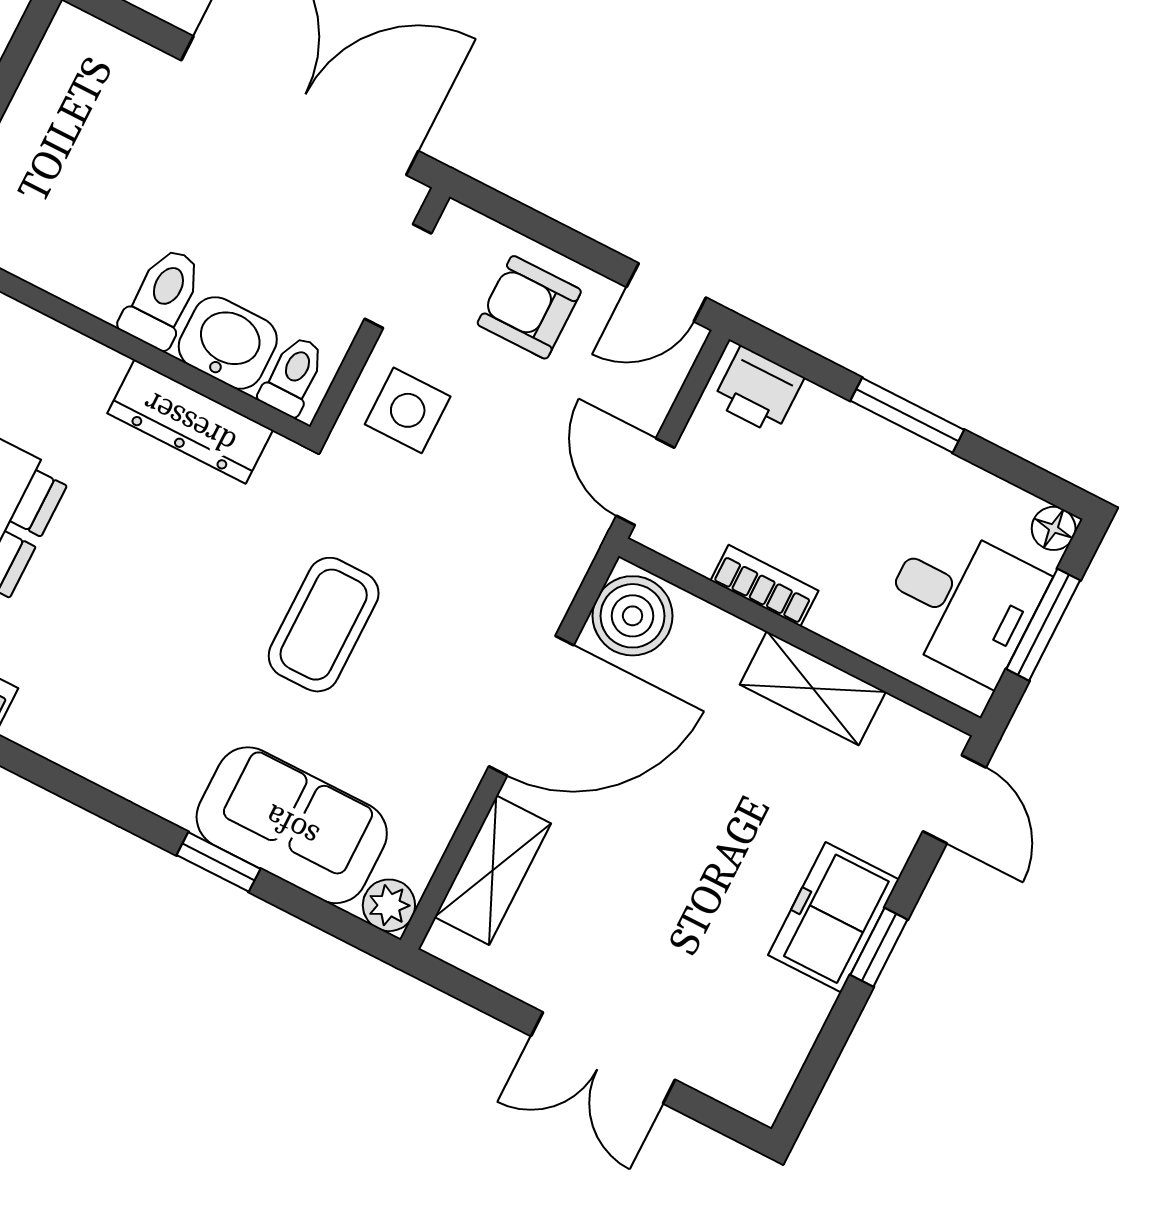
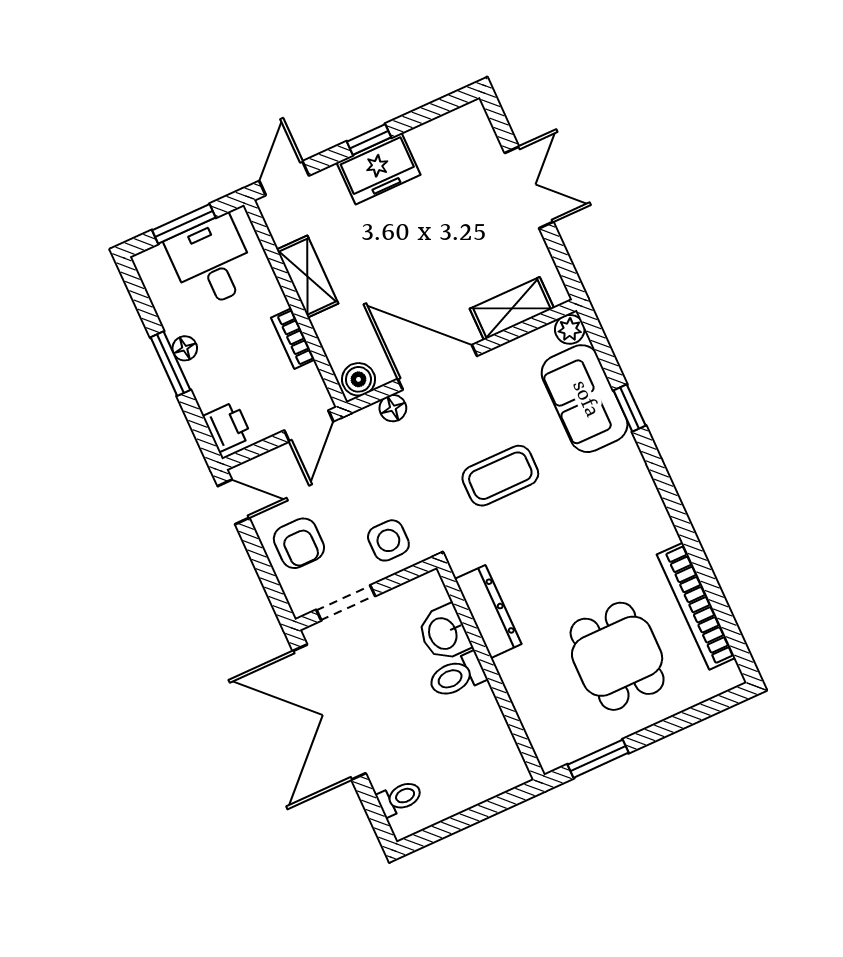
toilet: (293, 376) -> (400, 798), moved, turned 180
floor lamp: (1054, 528) -> (185, 348), moved
floor lamp: (548, 600) -> (393, 408), added
boiler: (633, 616) -> (358, 379), width x0.73, depth x0.73

